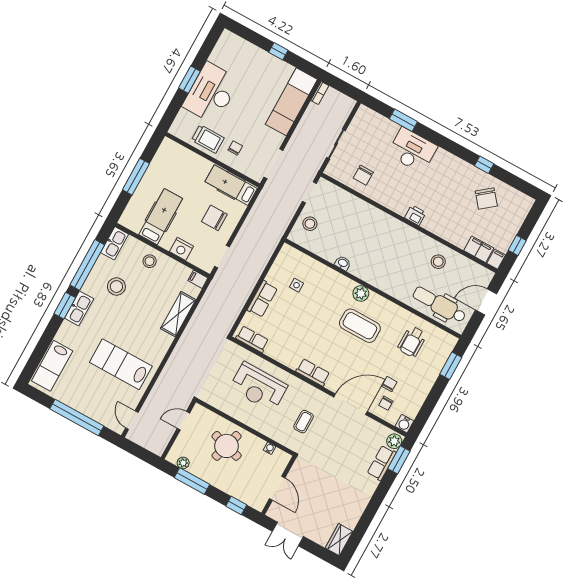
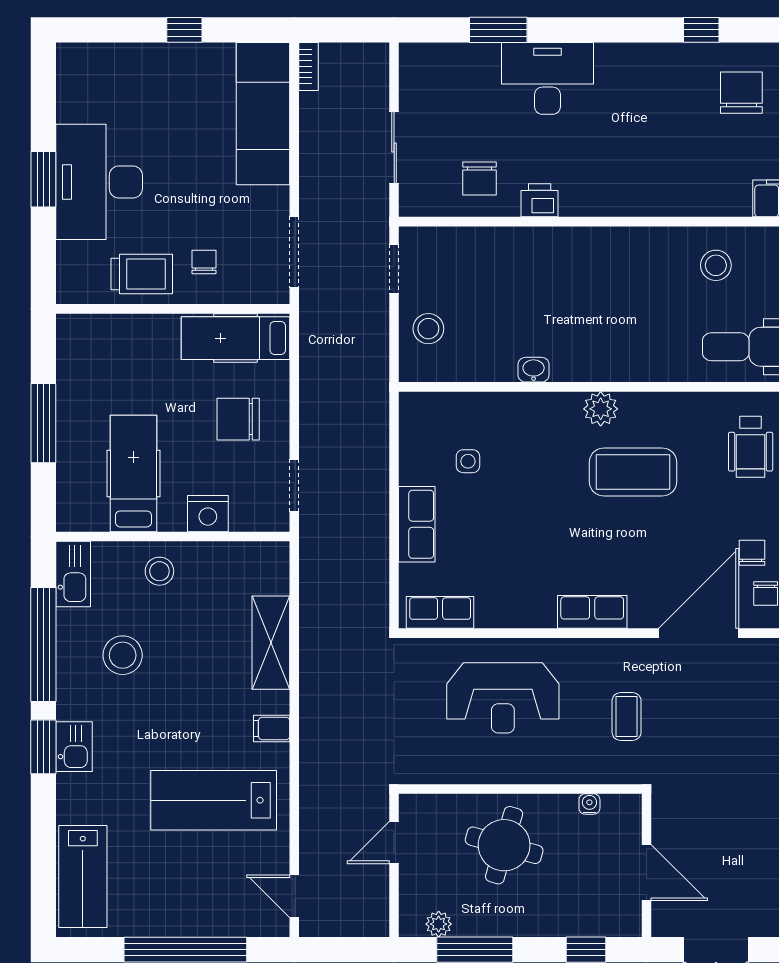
chair: (486, 199) -> (741, 93), turned -141
printer: (415, 215) -> (540, 200), moved
filing cabinet: (198, 279) -> (272, 728), moved
kitchen sink: (79, 308) -> (74, 747), width x0.73

